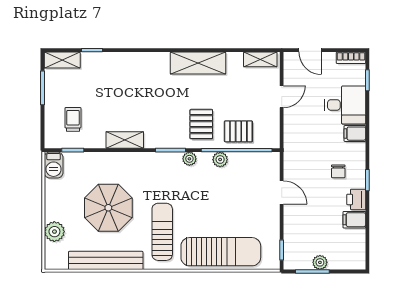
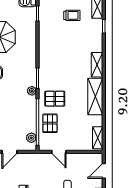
door: (282, 97) -> (59, 152), moved
trolley: (73, 119) -> (72, 15), moved
shelving: (125, 140) -> (97, 65), moved
plant: (220, 160) -> (31, 138), moved

